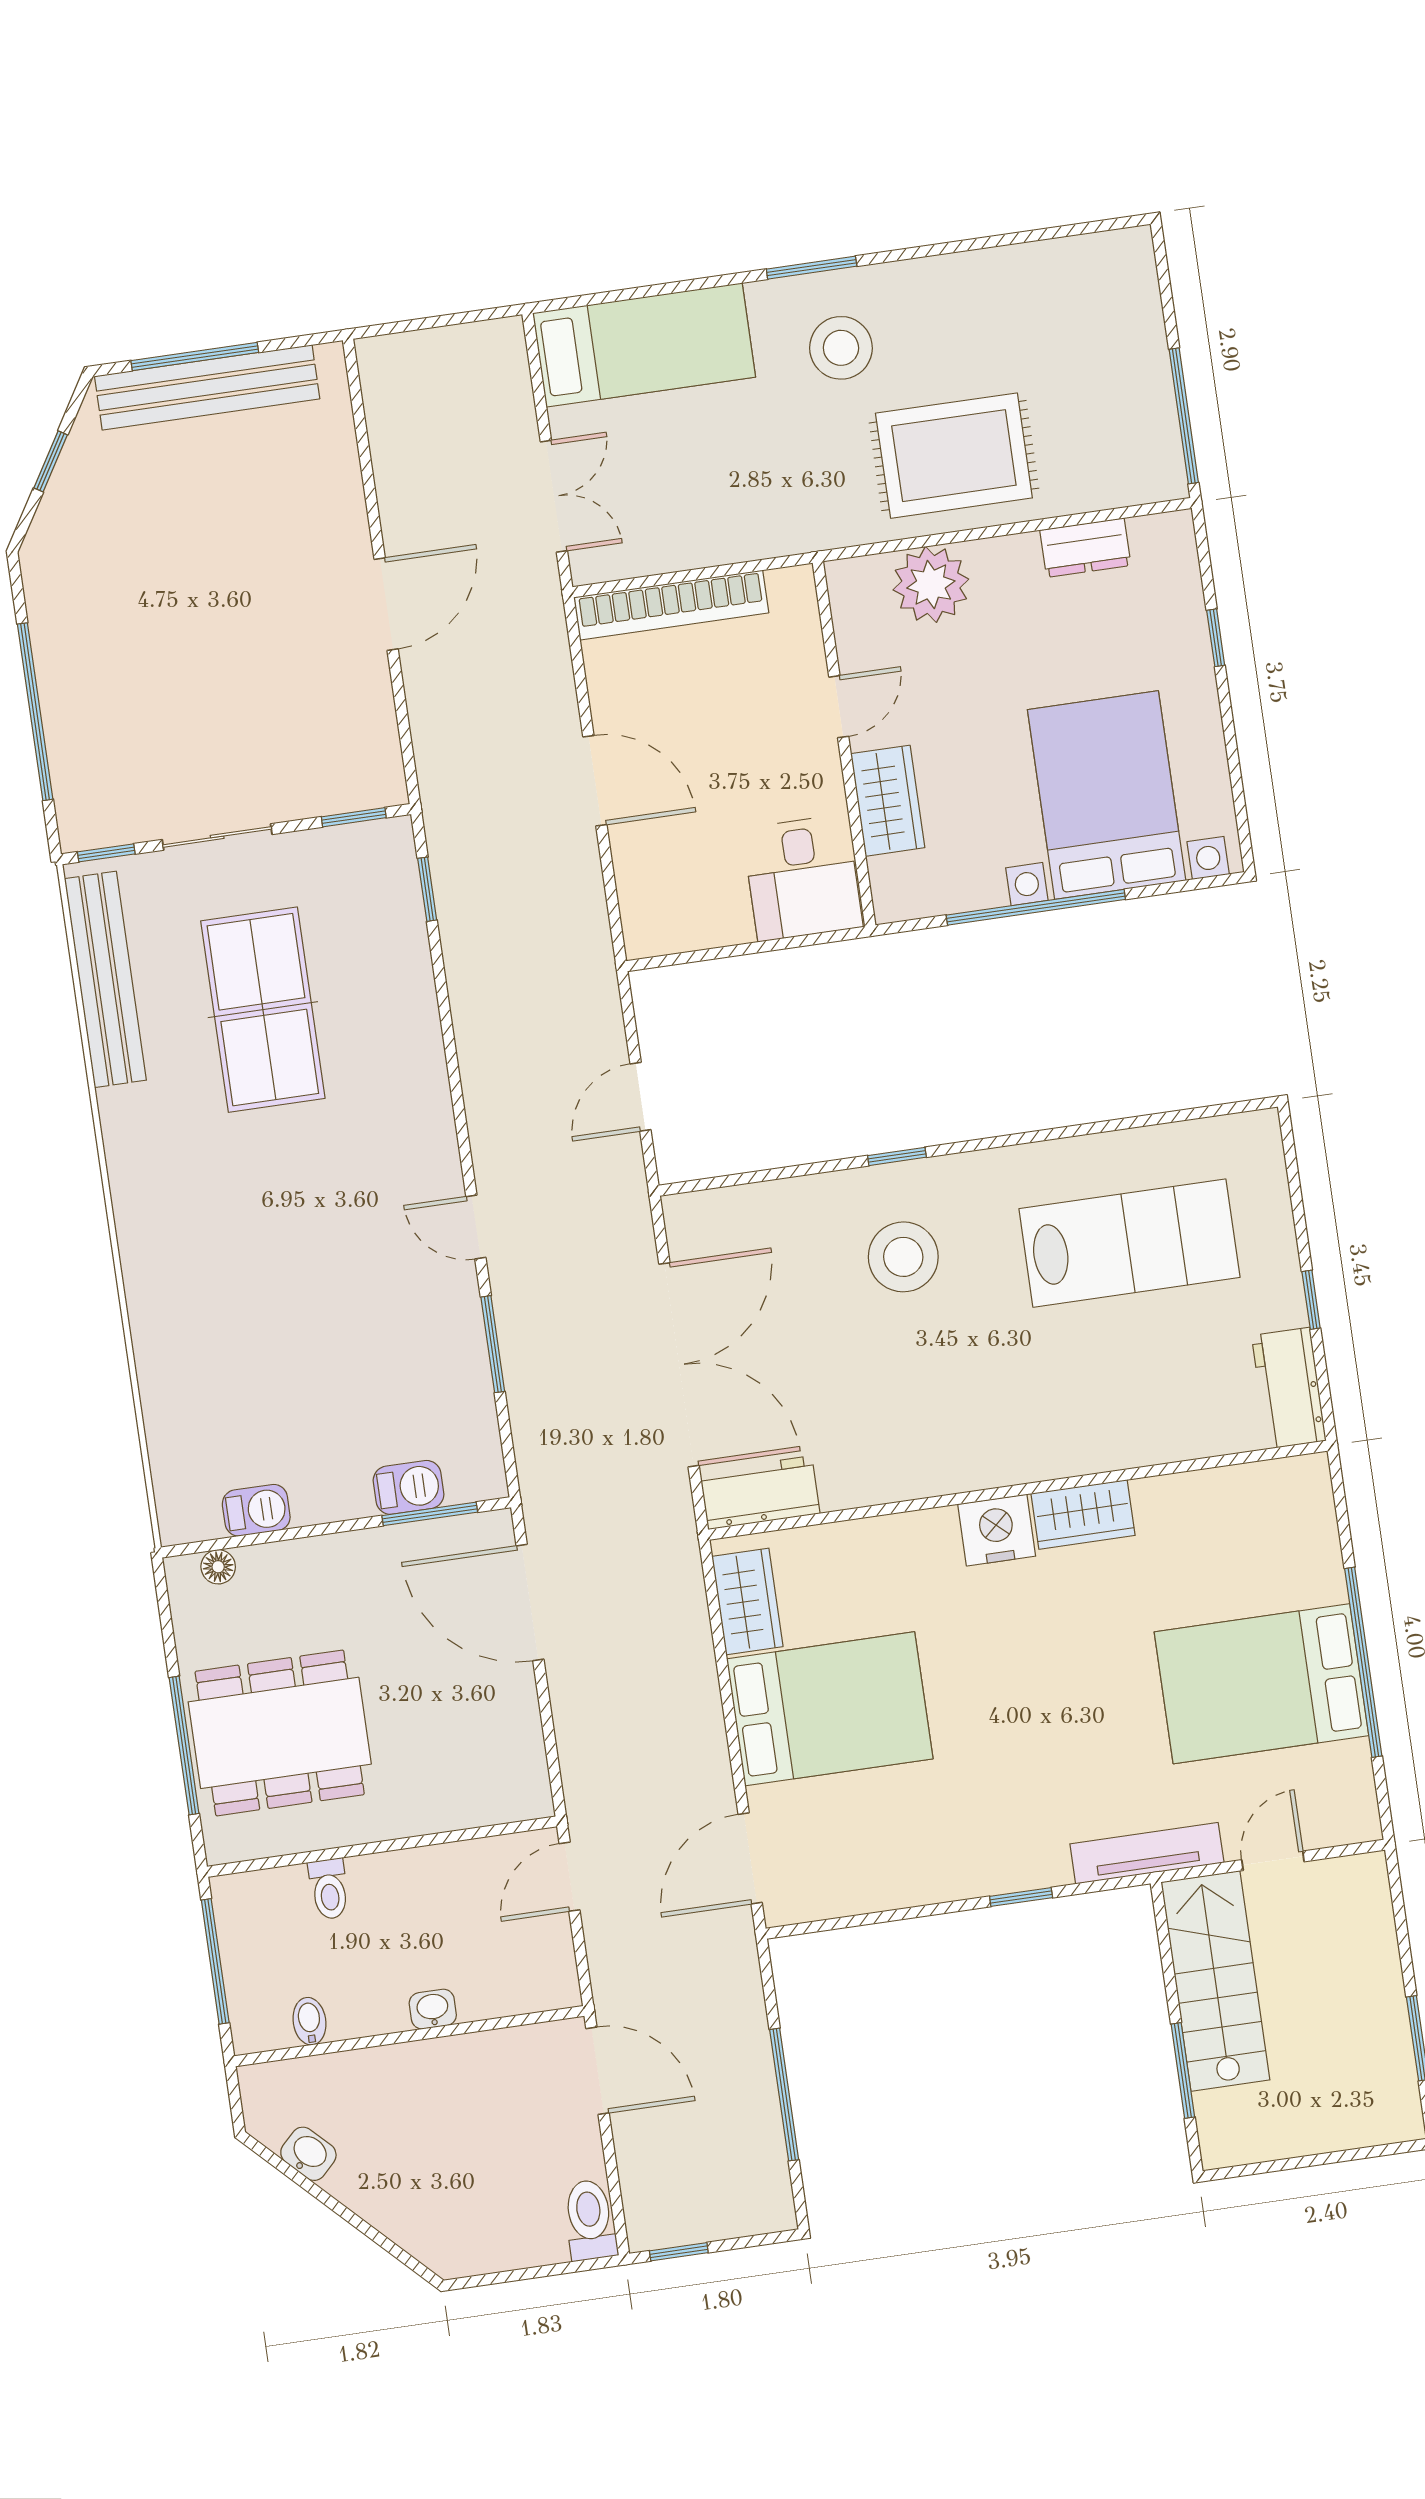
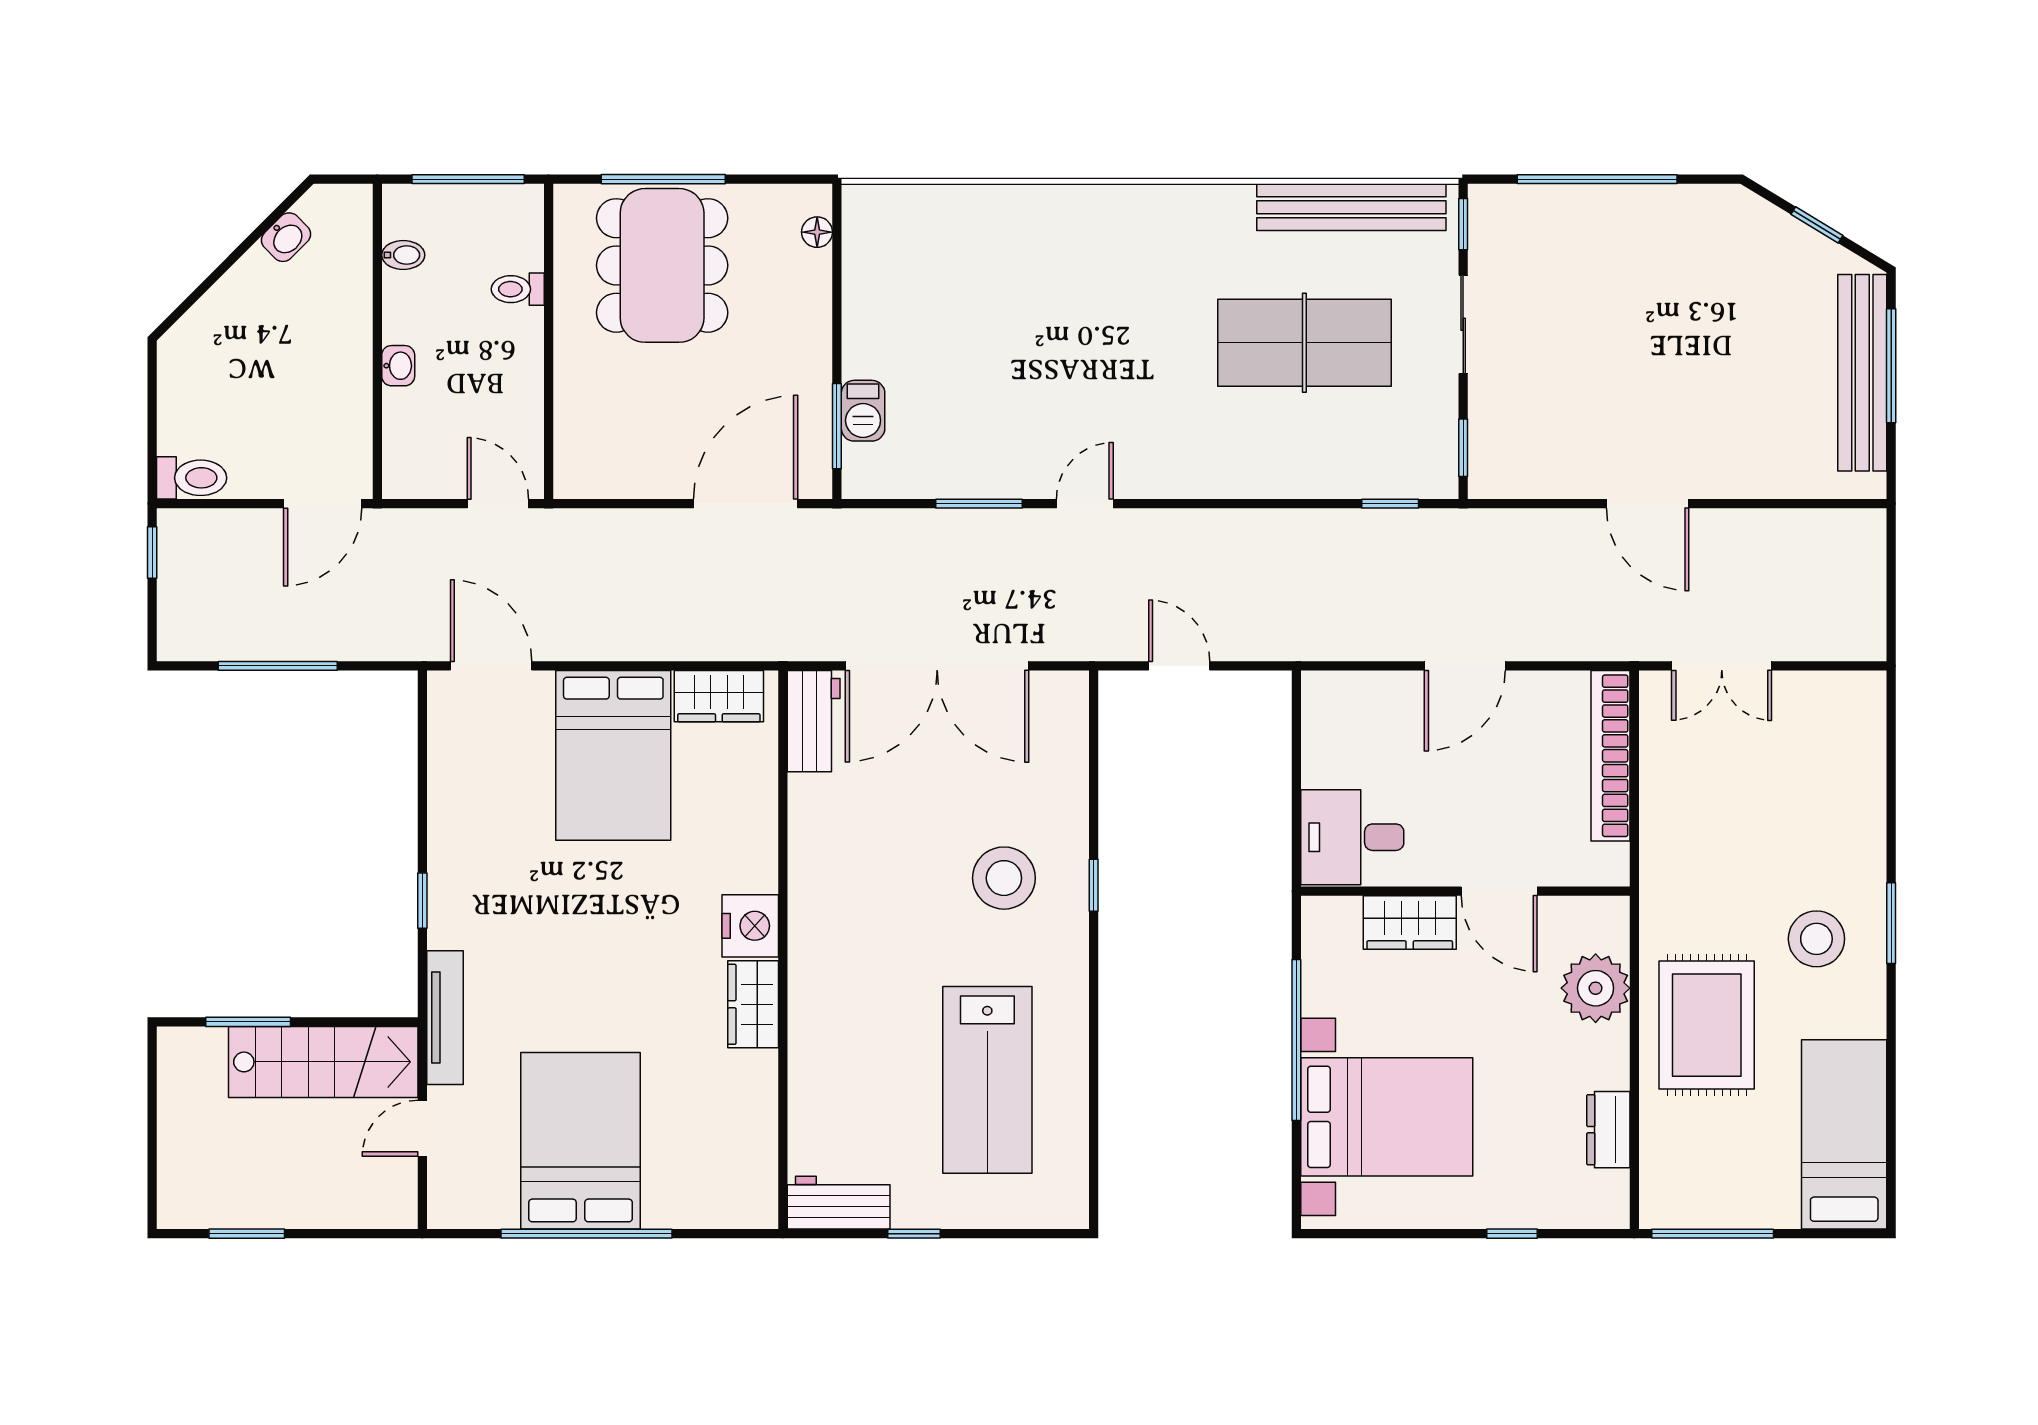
bed: (644, 345) -> (1844, 1134), moved, turned 180
door: (839, 707) -> (1499, 891), width x1.37
barbecue: (256, 1510) -> (862, 273), removed
door: (1273, 1861) -> (422, 1128), swing flipped

